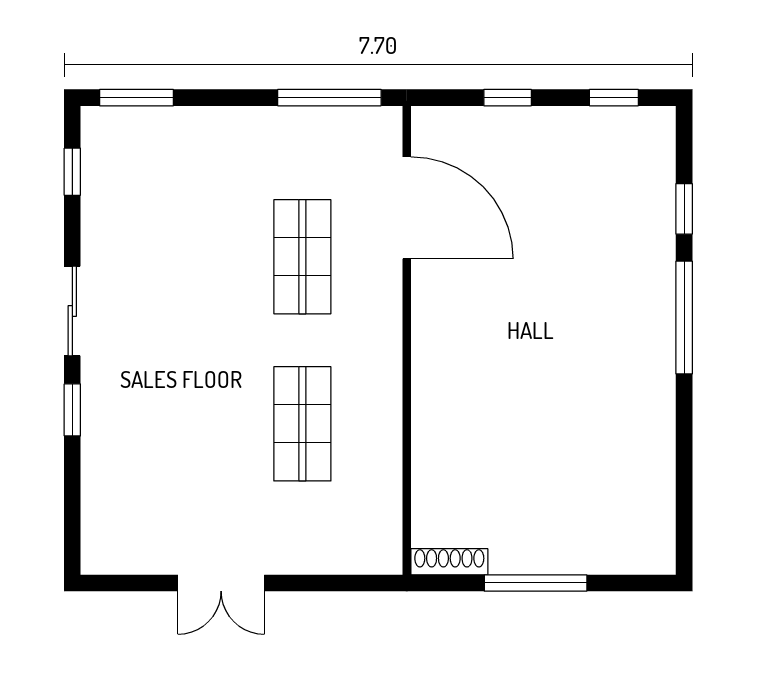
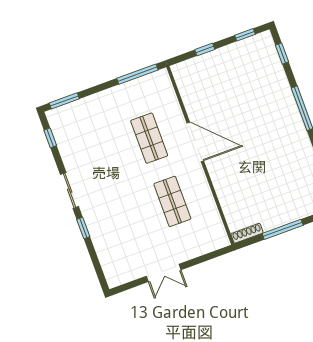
door: (407, 208) -> (195, 142), moved
window: (684, 209) -> (282, 54), moved

